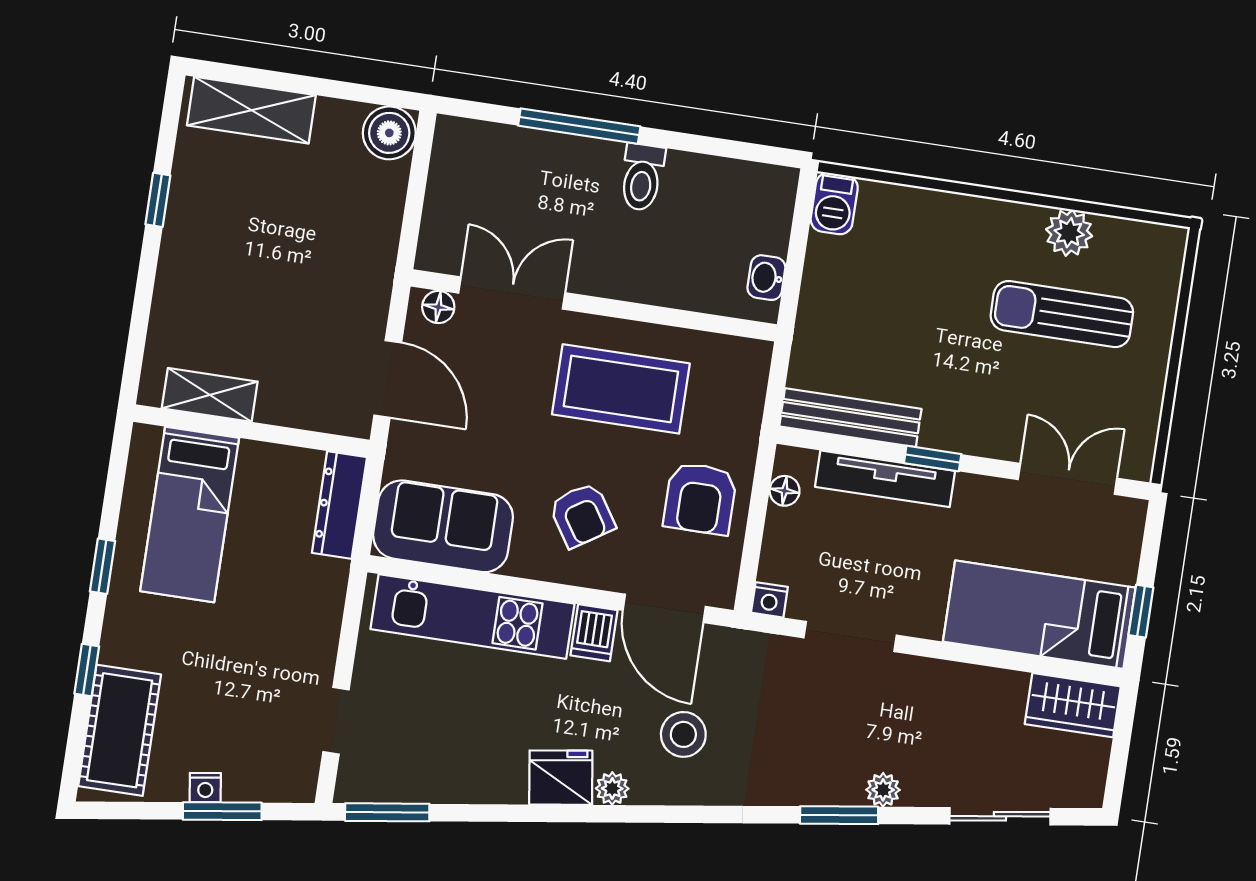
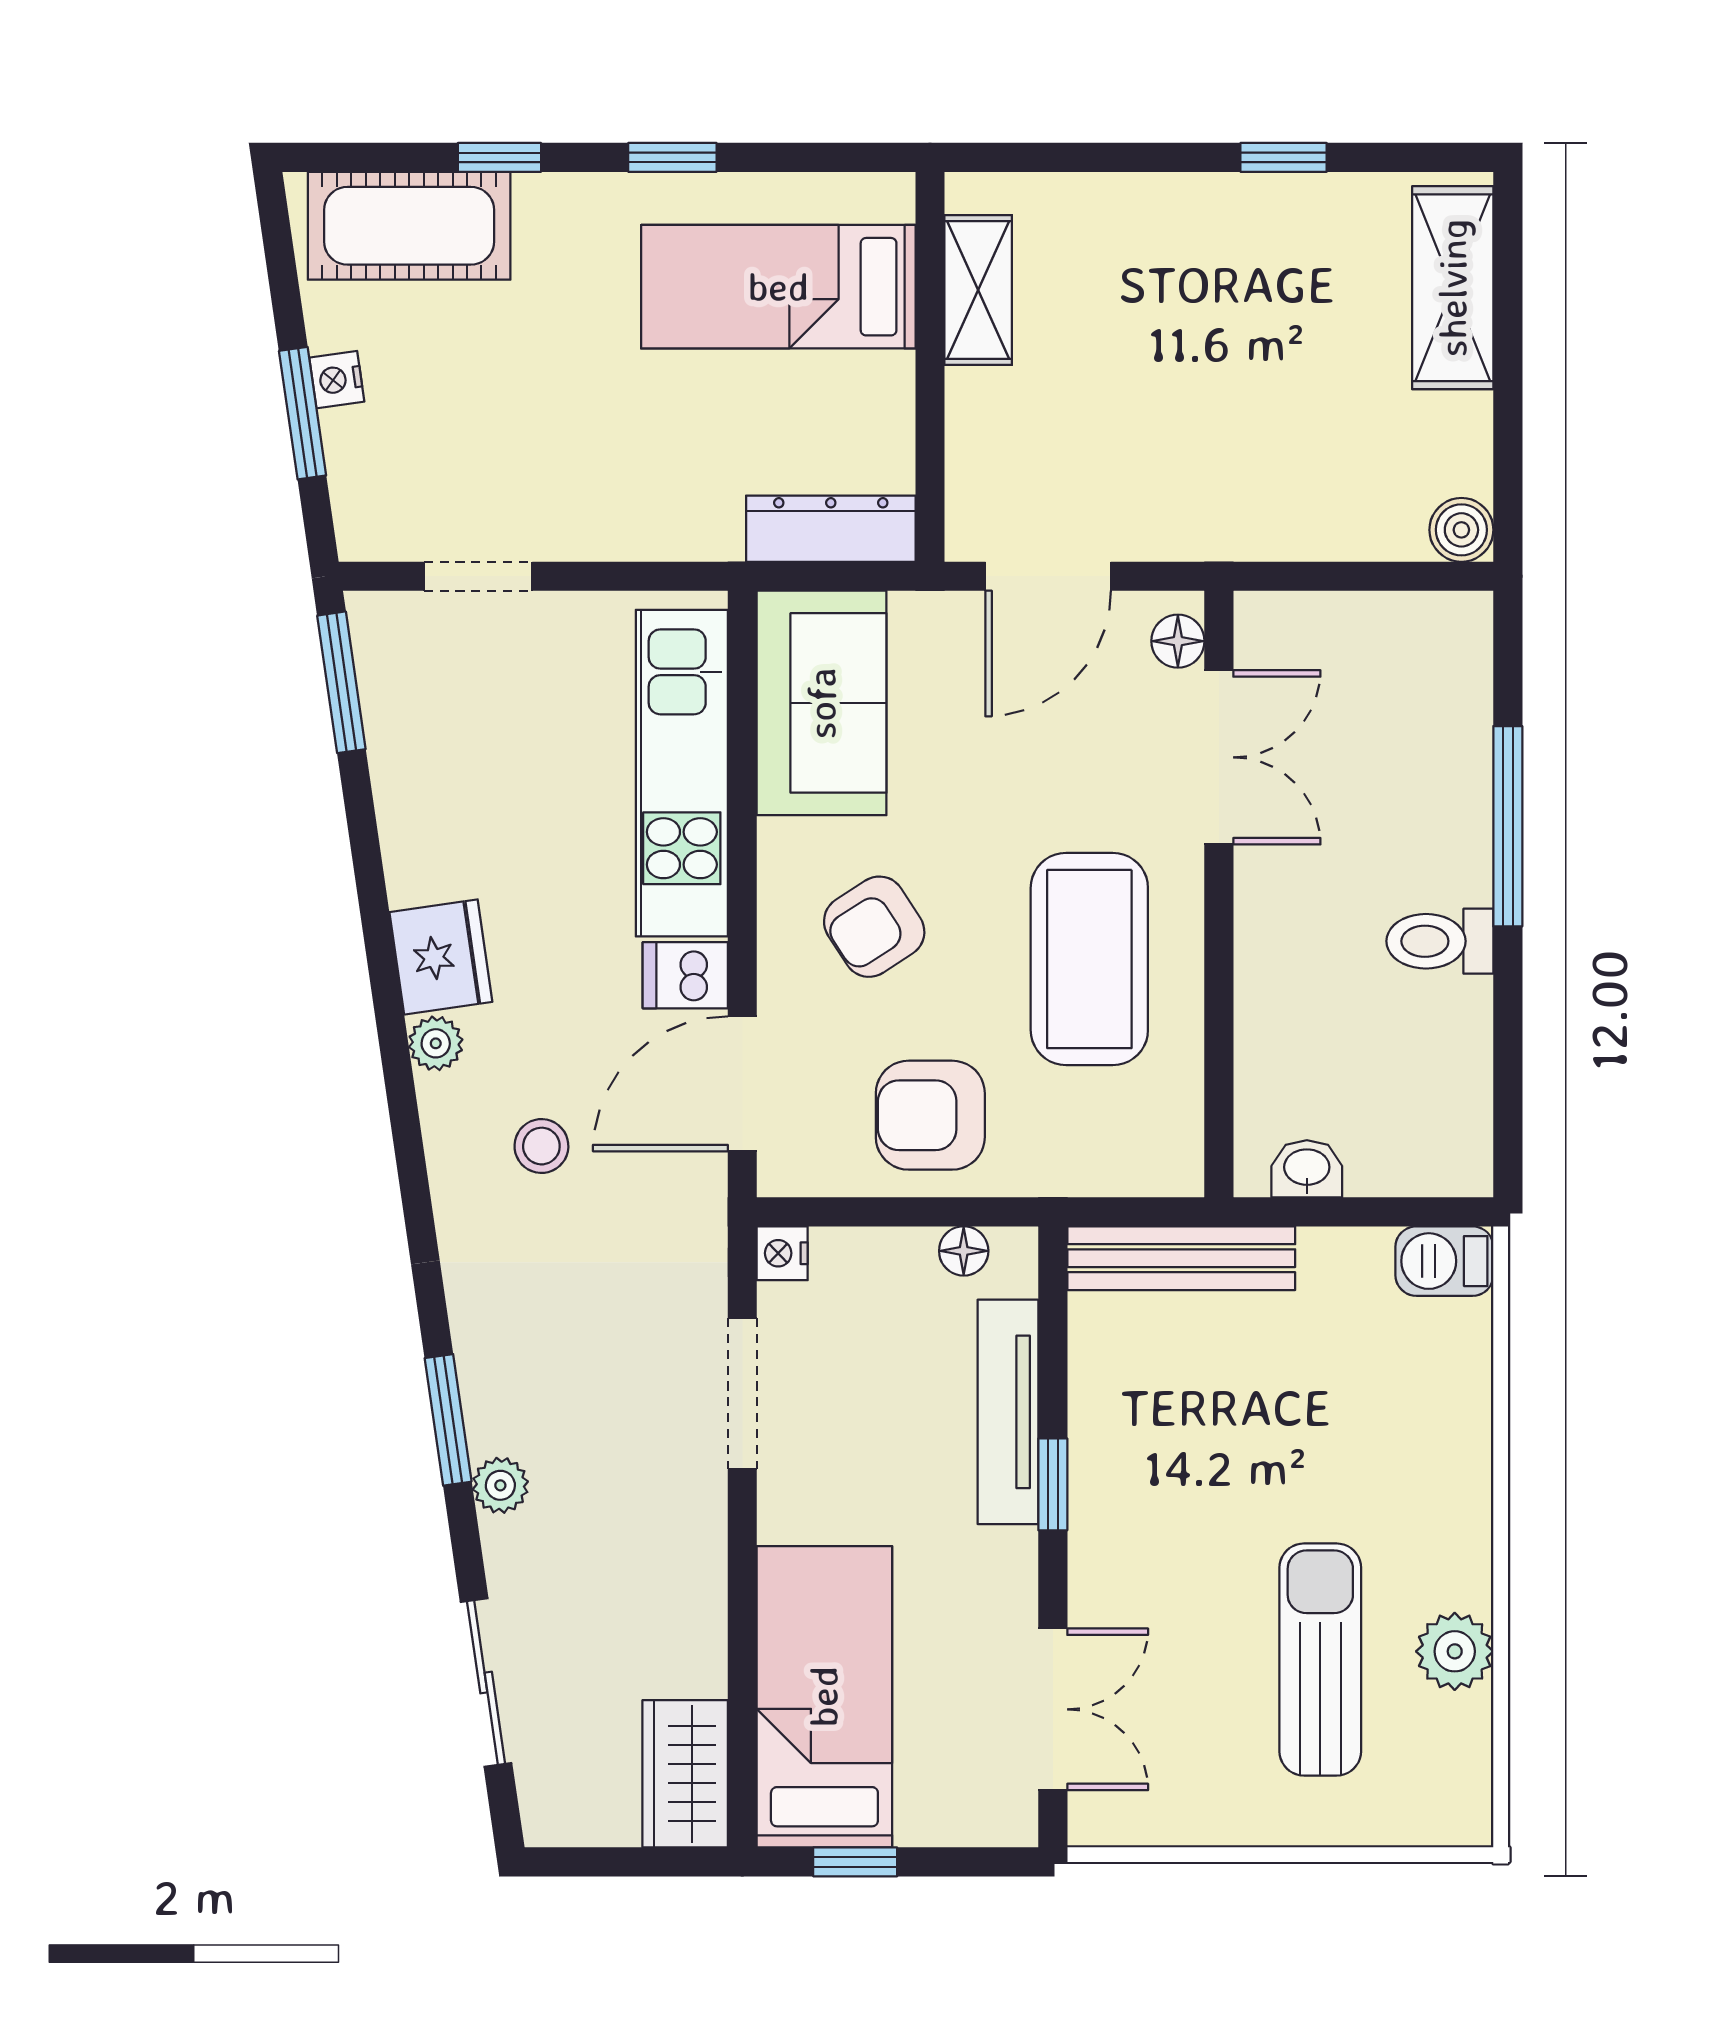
boiler: (389, 133) -> (1461, 530), width x0.73, depth x0.73
bench: (850, 418) -> (1181, 1258), moved, turned 90
stool: (683, 734) -> (541, 1146), width x0.73, depth x0.73

